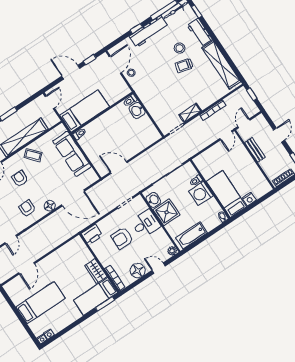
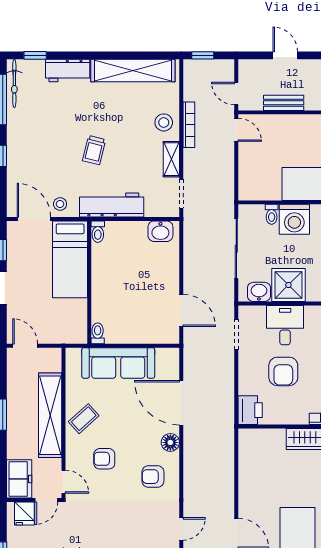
workbench: (149, 32) -> (112, 205), moved, turned -90
stool: (180, 48) -> (164, 122), moved
trolley: (184, 65) -> (94, 150), moved
washbasin: (137, 110) -> (160, 231), moved
bed: (85, 111) -> (70, 259), moved, turned 180
door: (119, 168) -> (181, 310), swing flipped
door: (73, 198) -> (181, 403), swing flipped
door: (11, 240) -> (181, 529), hinge flipped

